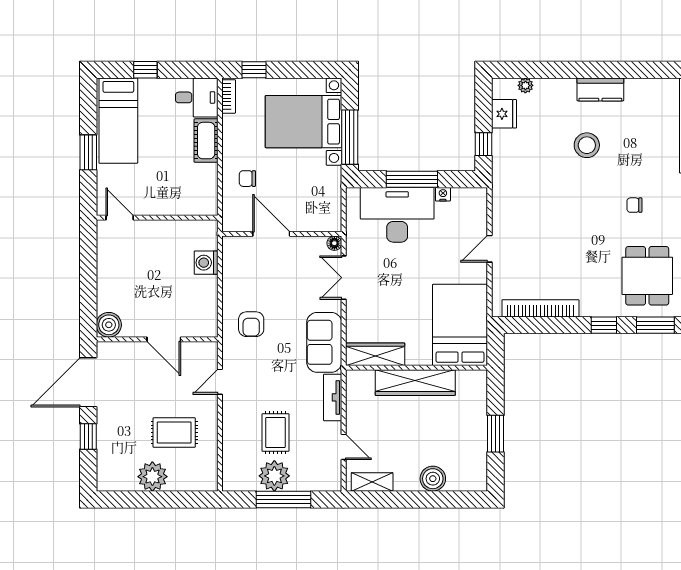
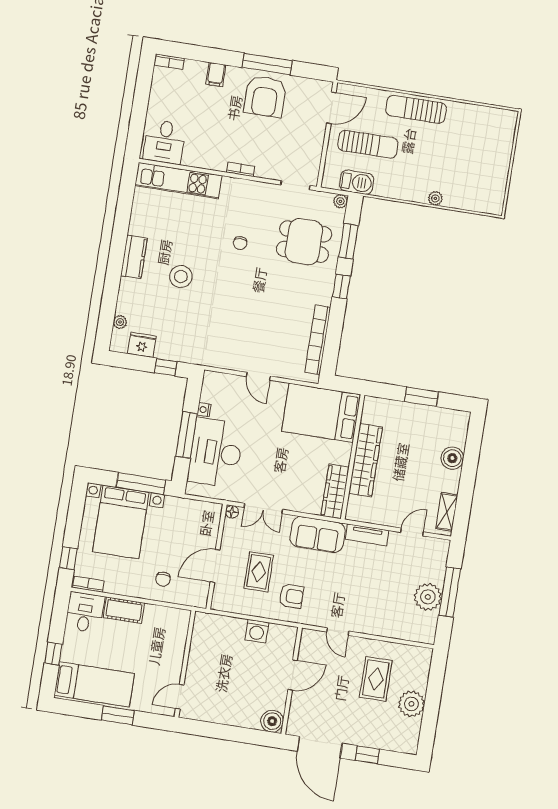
washing machine: (206, 263) -> (257, 631), moved
rug: (276, 433) -> (259, 572), moved, turned 90

